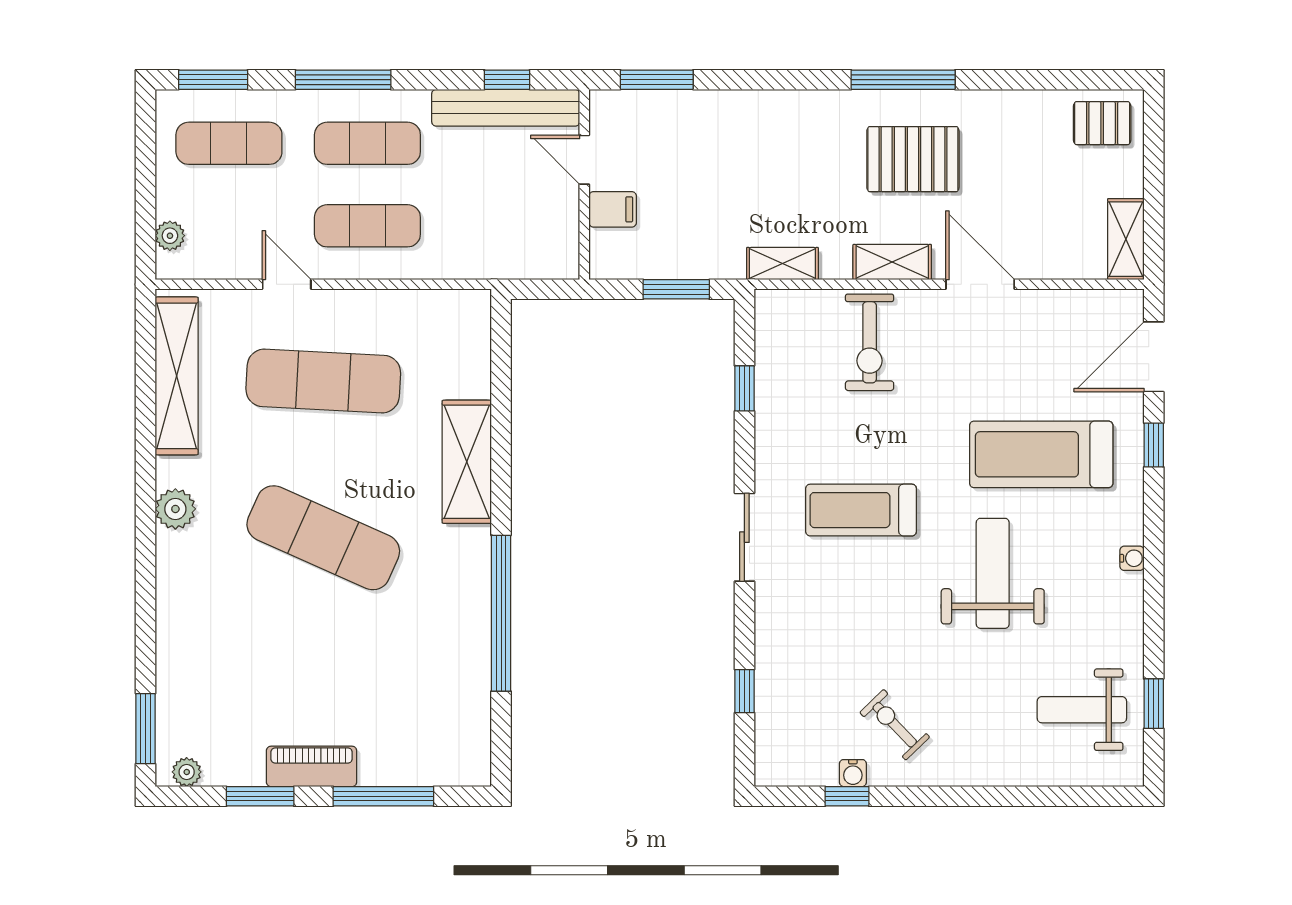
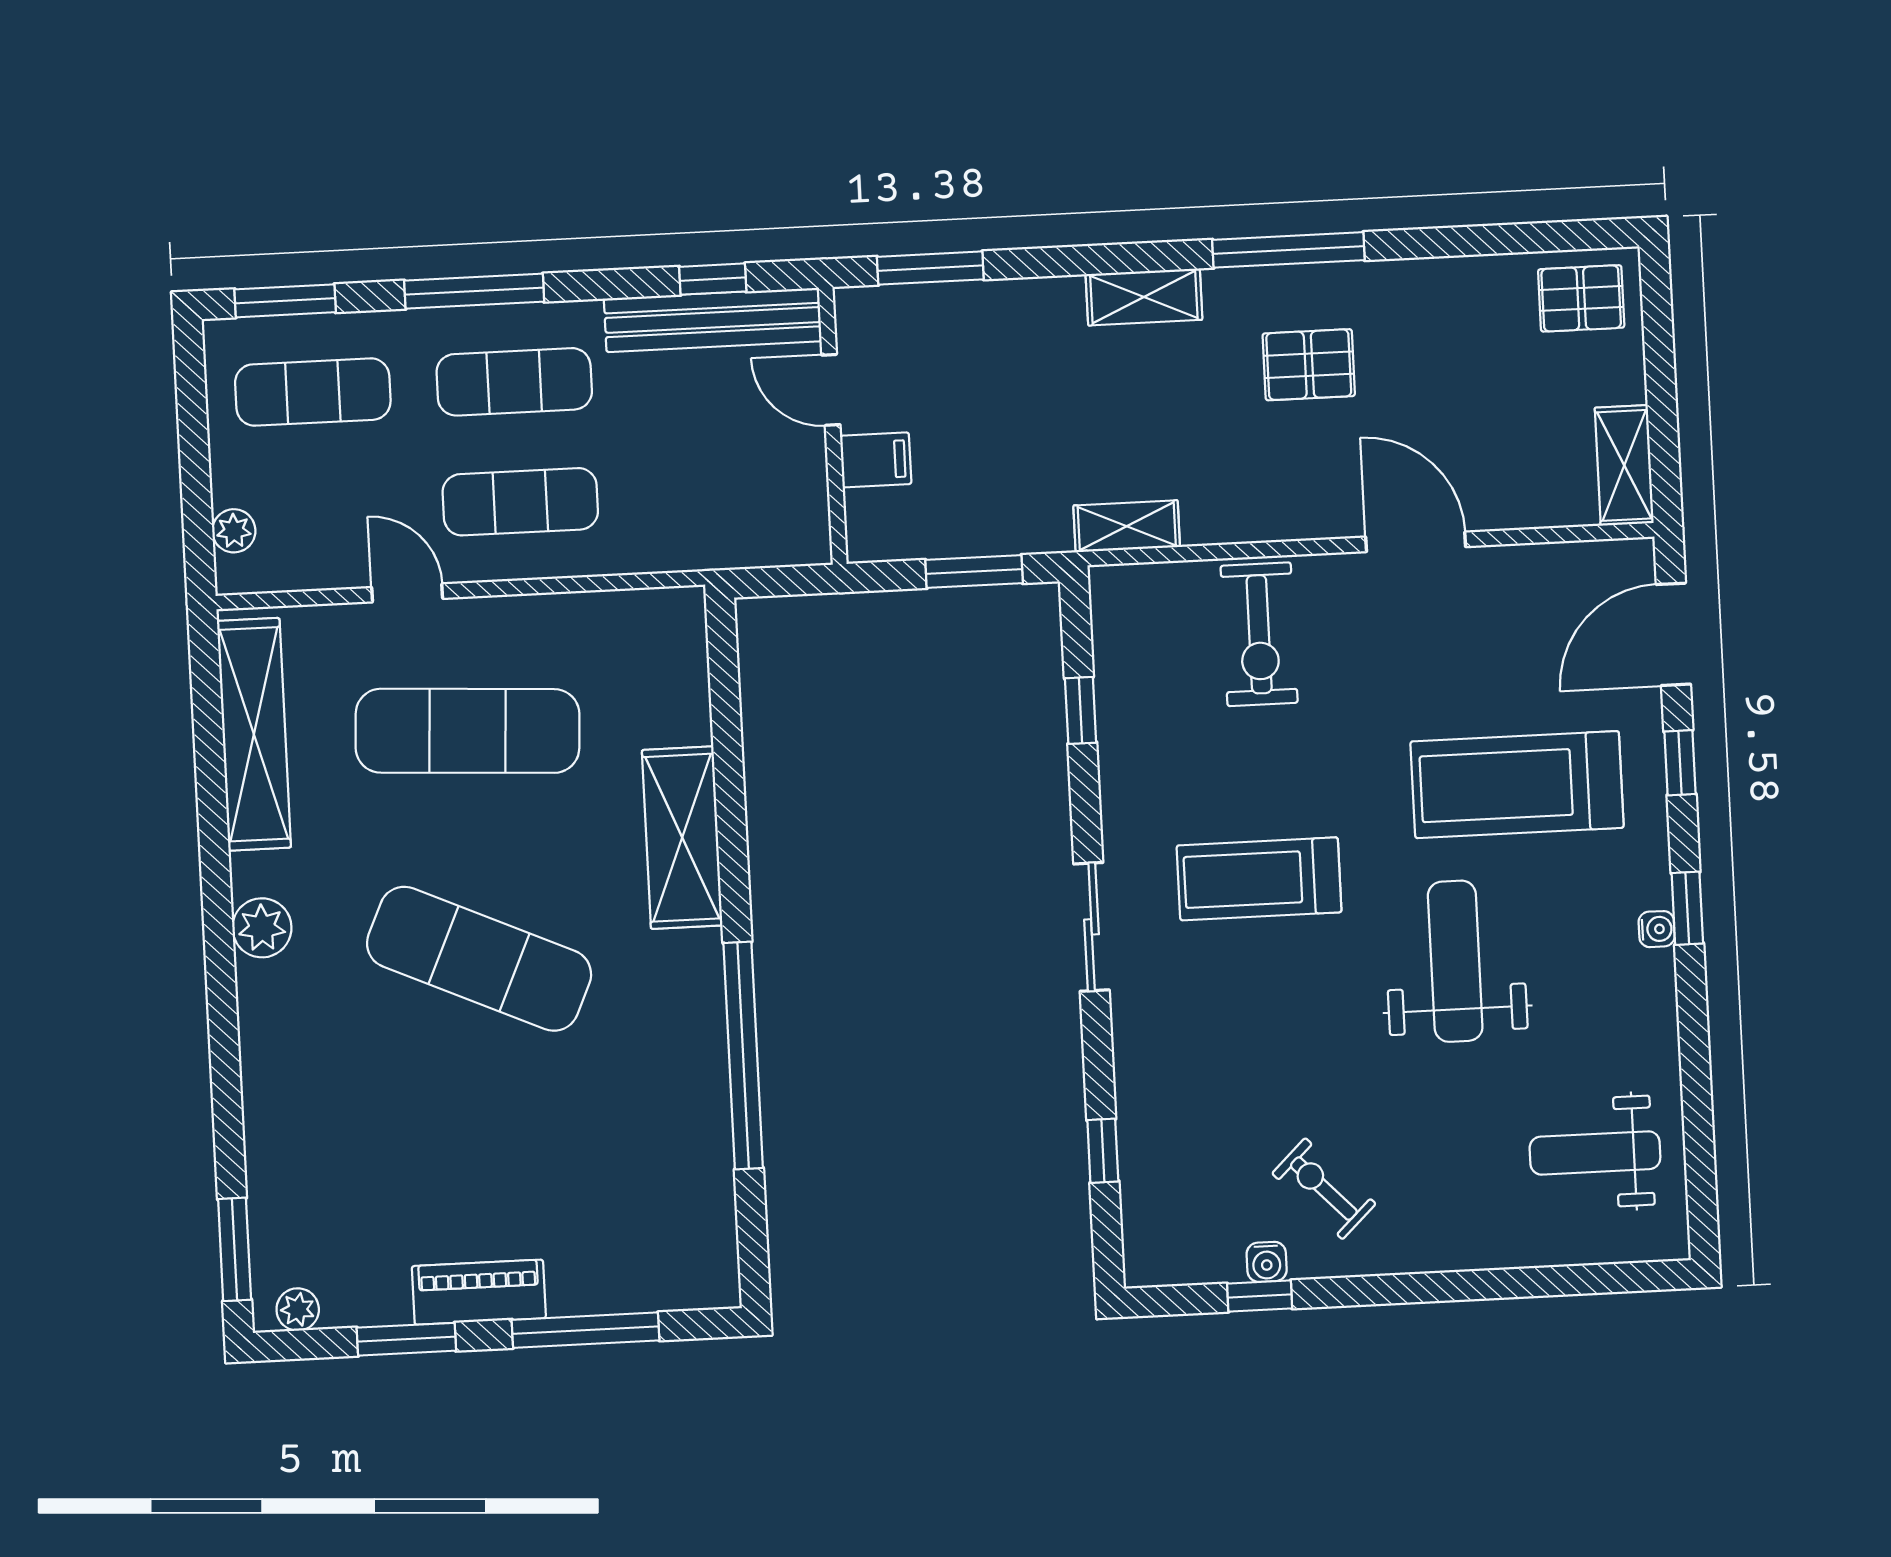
pallet: (913, 159) -> (1309, 365), width x0.67, depth x0.71
shelving: (892, 262) -> (1144, 297), moved
window: (1154, 704) -> (1687, 908), moved

